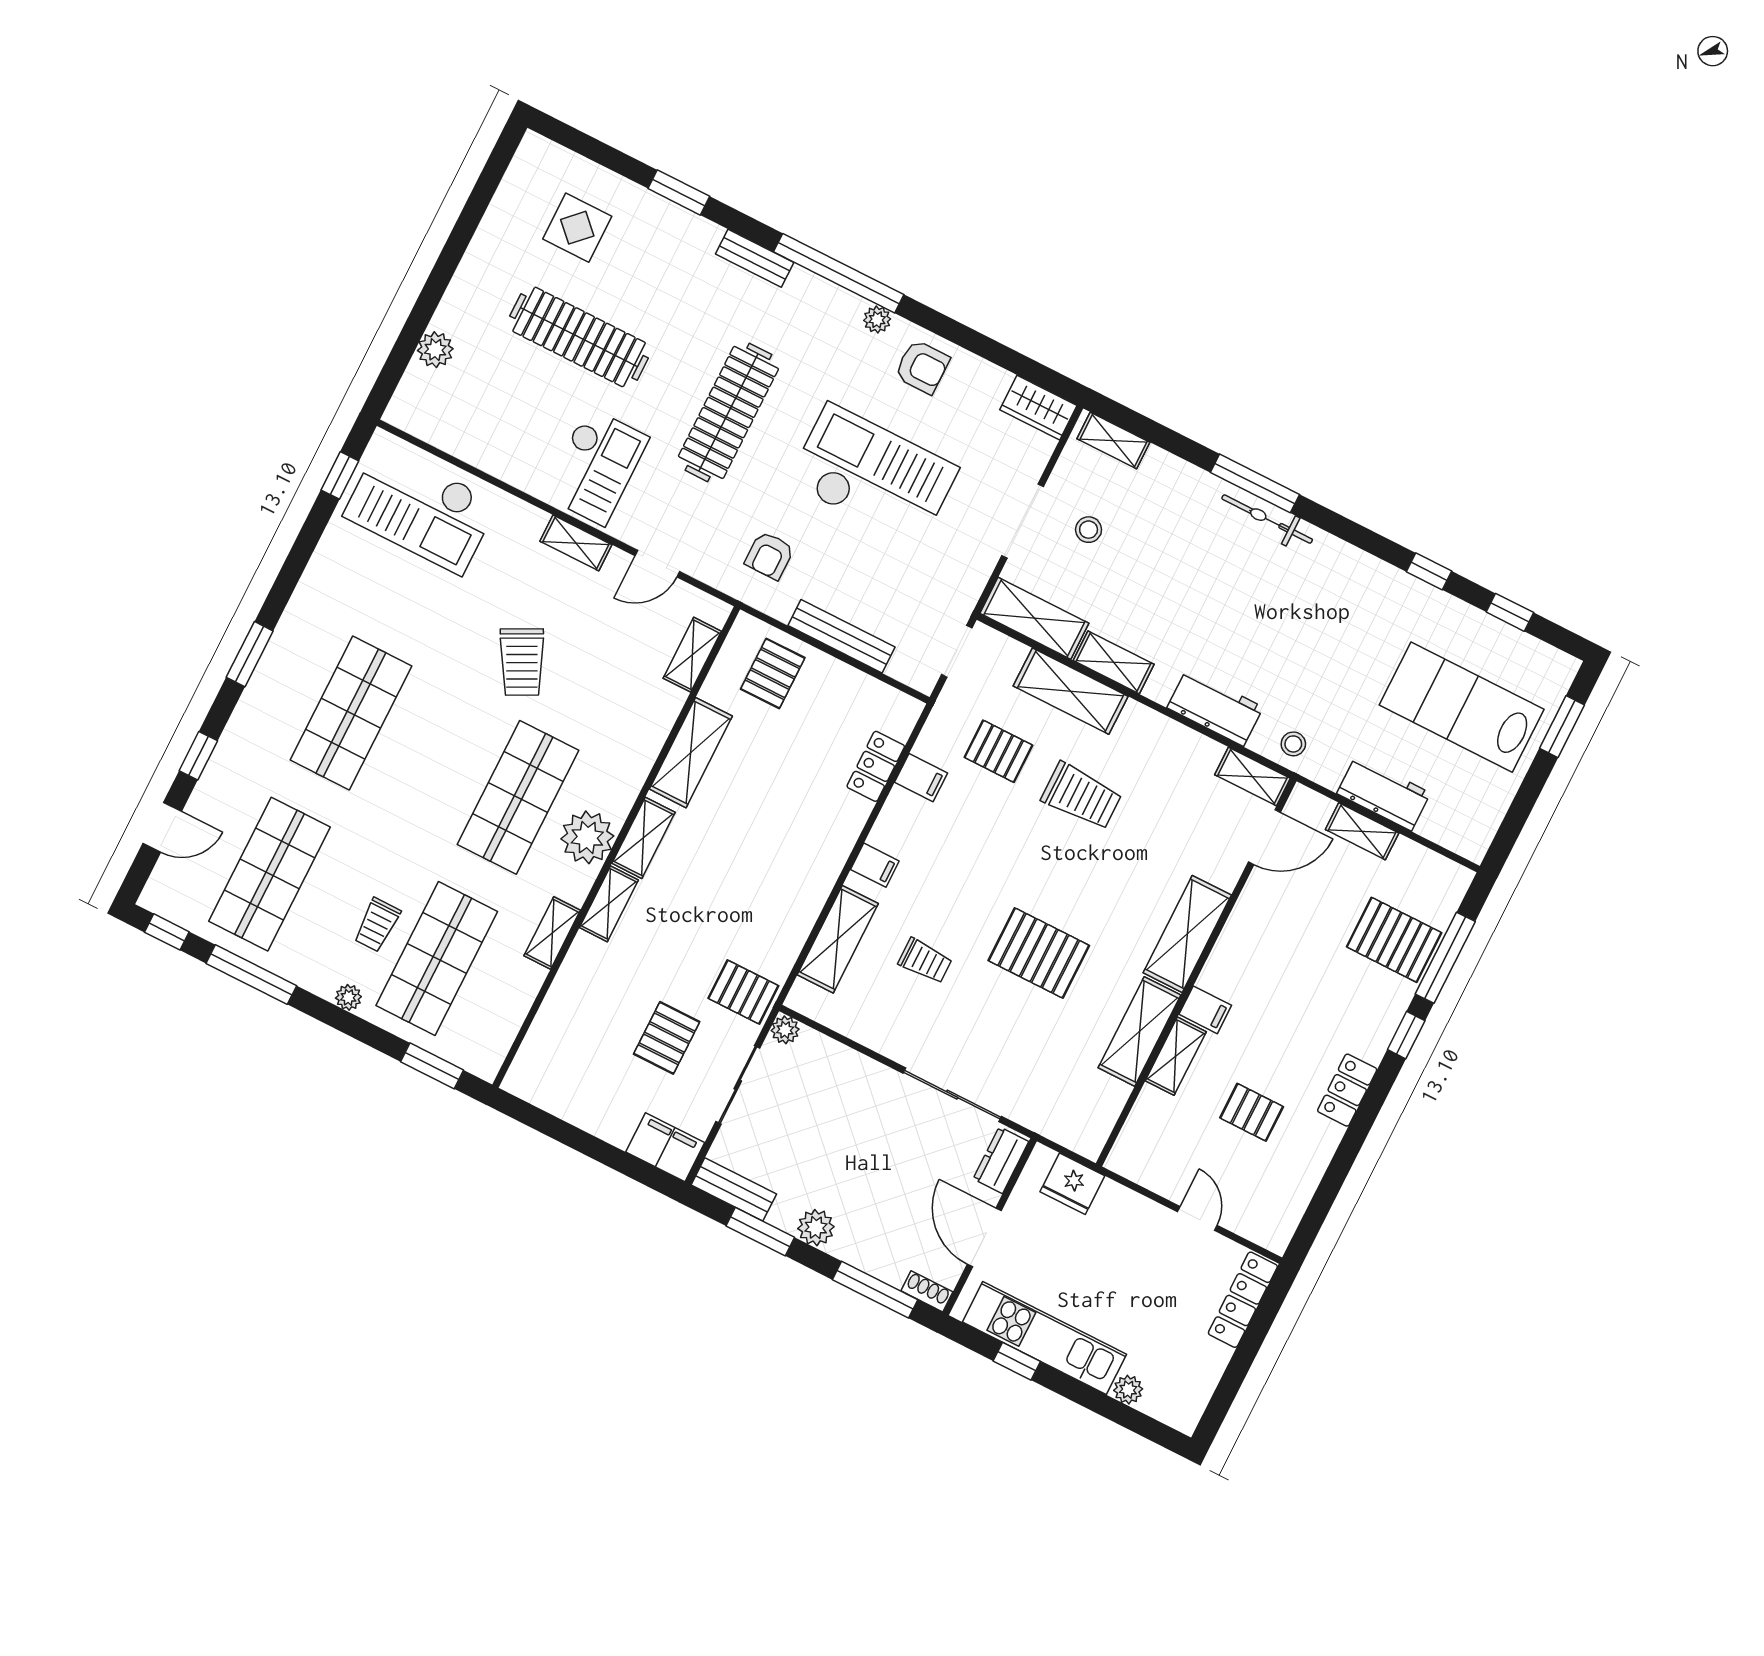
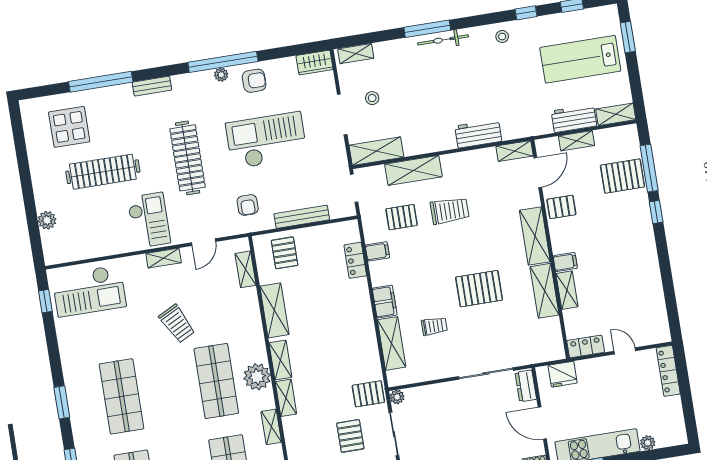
window: (679, 192) -> (101, 82), width x2.11
display table: (577, 228) -> (69, 127), width x1.36, depth x1.36
window: (839, 273) -> (223, 62), moved
shelving: (1114, 662) -> (616, 114), moved
stool: (1293, 744) -> (502, 36), moved
filing cabinet: (875, 865) -> (385, 302), width x2.00
locker: (1347, 1090) -> (586, 346), moved, turned 90
pallet: (1252, 1112) -> (561, 207), moved

